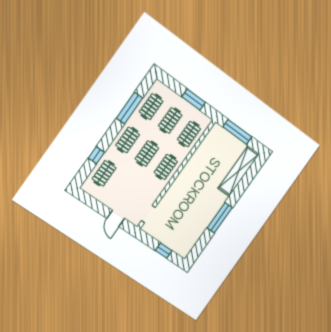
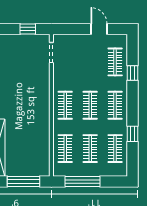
window: (194, 100) -> (83, 181), width x1.44
window: (130, 108) -> (133, 134), width x0.46
door: (116, 218) -> (99, 29), moved
window: (164, 251) -> (28, 29), moved

